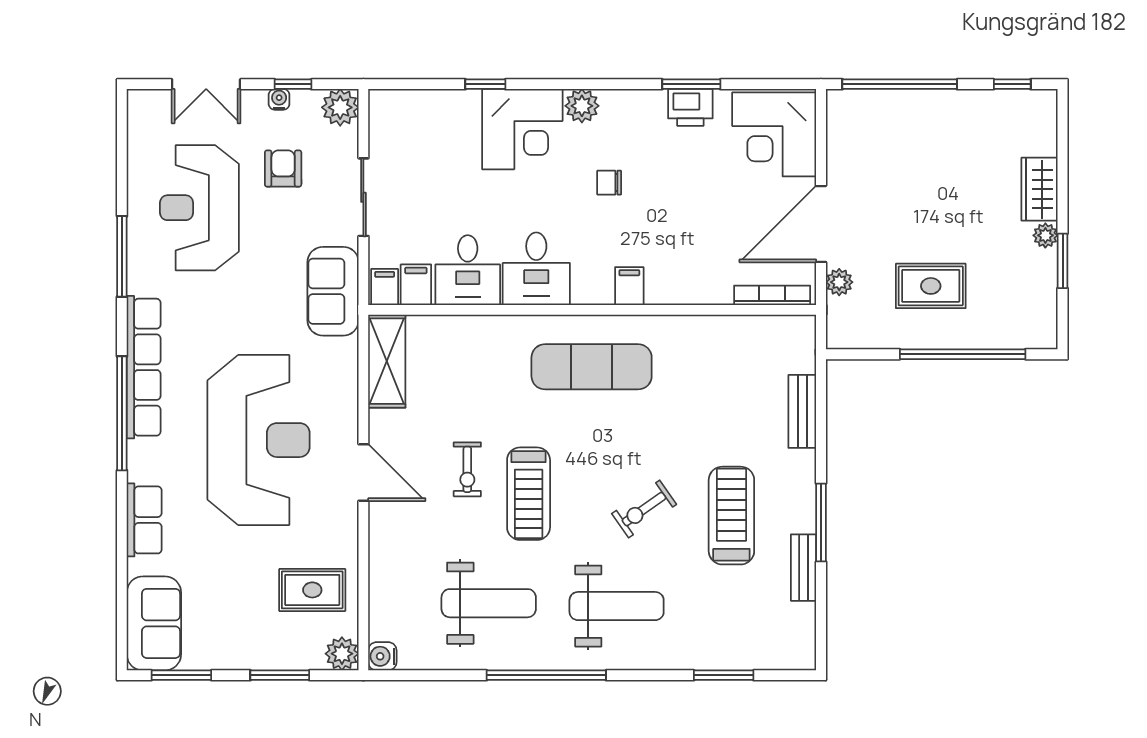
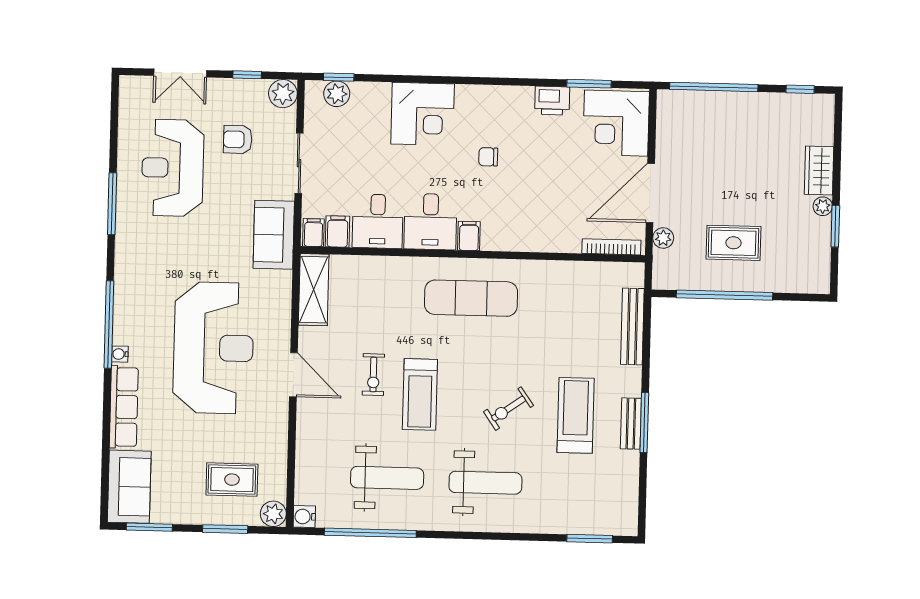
window: (485, 84) -> (339, 77), moved
window: (691, 84) -> (589, 84), moved
water cooler: (279, 99) -> (120, 354), moved, turned -90
plant: (582, 106) -> (337, 94), moved
armchair: (283, 168) -> (238, 139), turned -90
filing cabinet: (629, 286) -> (469, 236), moved
window: (963, 354) -> (724, 295), moved
row of seats: (144, 367) -> (126, 289), removed
bench: (802, 411) -> (632, 326), width x1.36
row of seats: (144, 520) -> (124, 407), width x1.48
bench: (804, 568) -> (631, 424), moved
rug: (312, 590) -> (232, 480), moved
window: (546, 675) -> (370, 533), moved
window: (724, 675) -> (590, 539), moved

